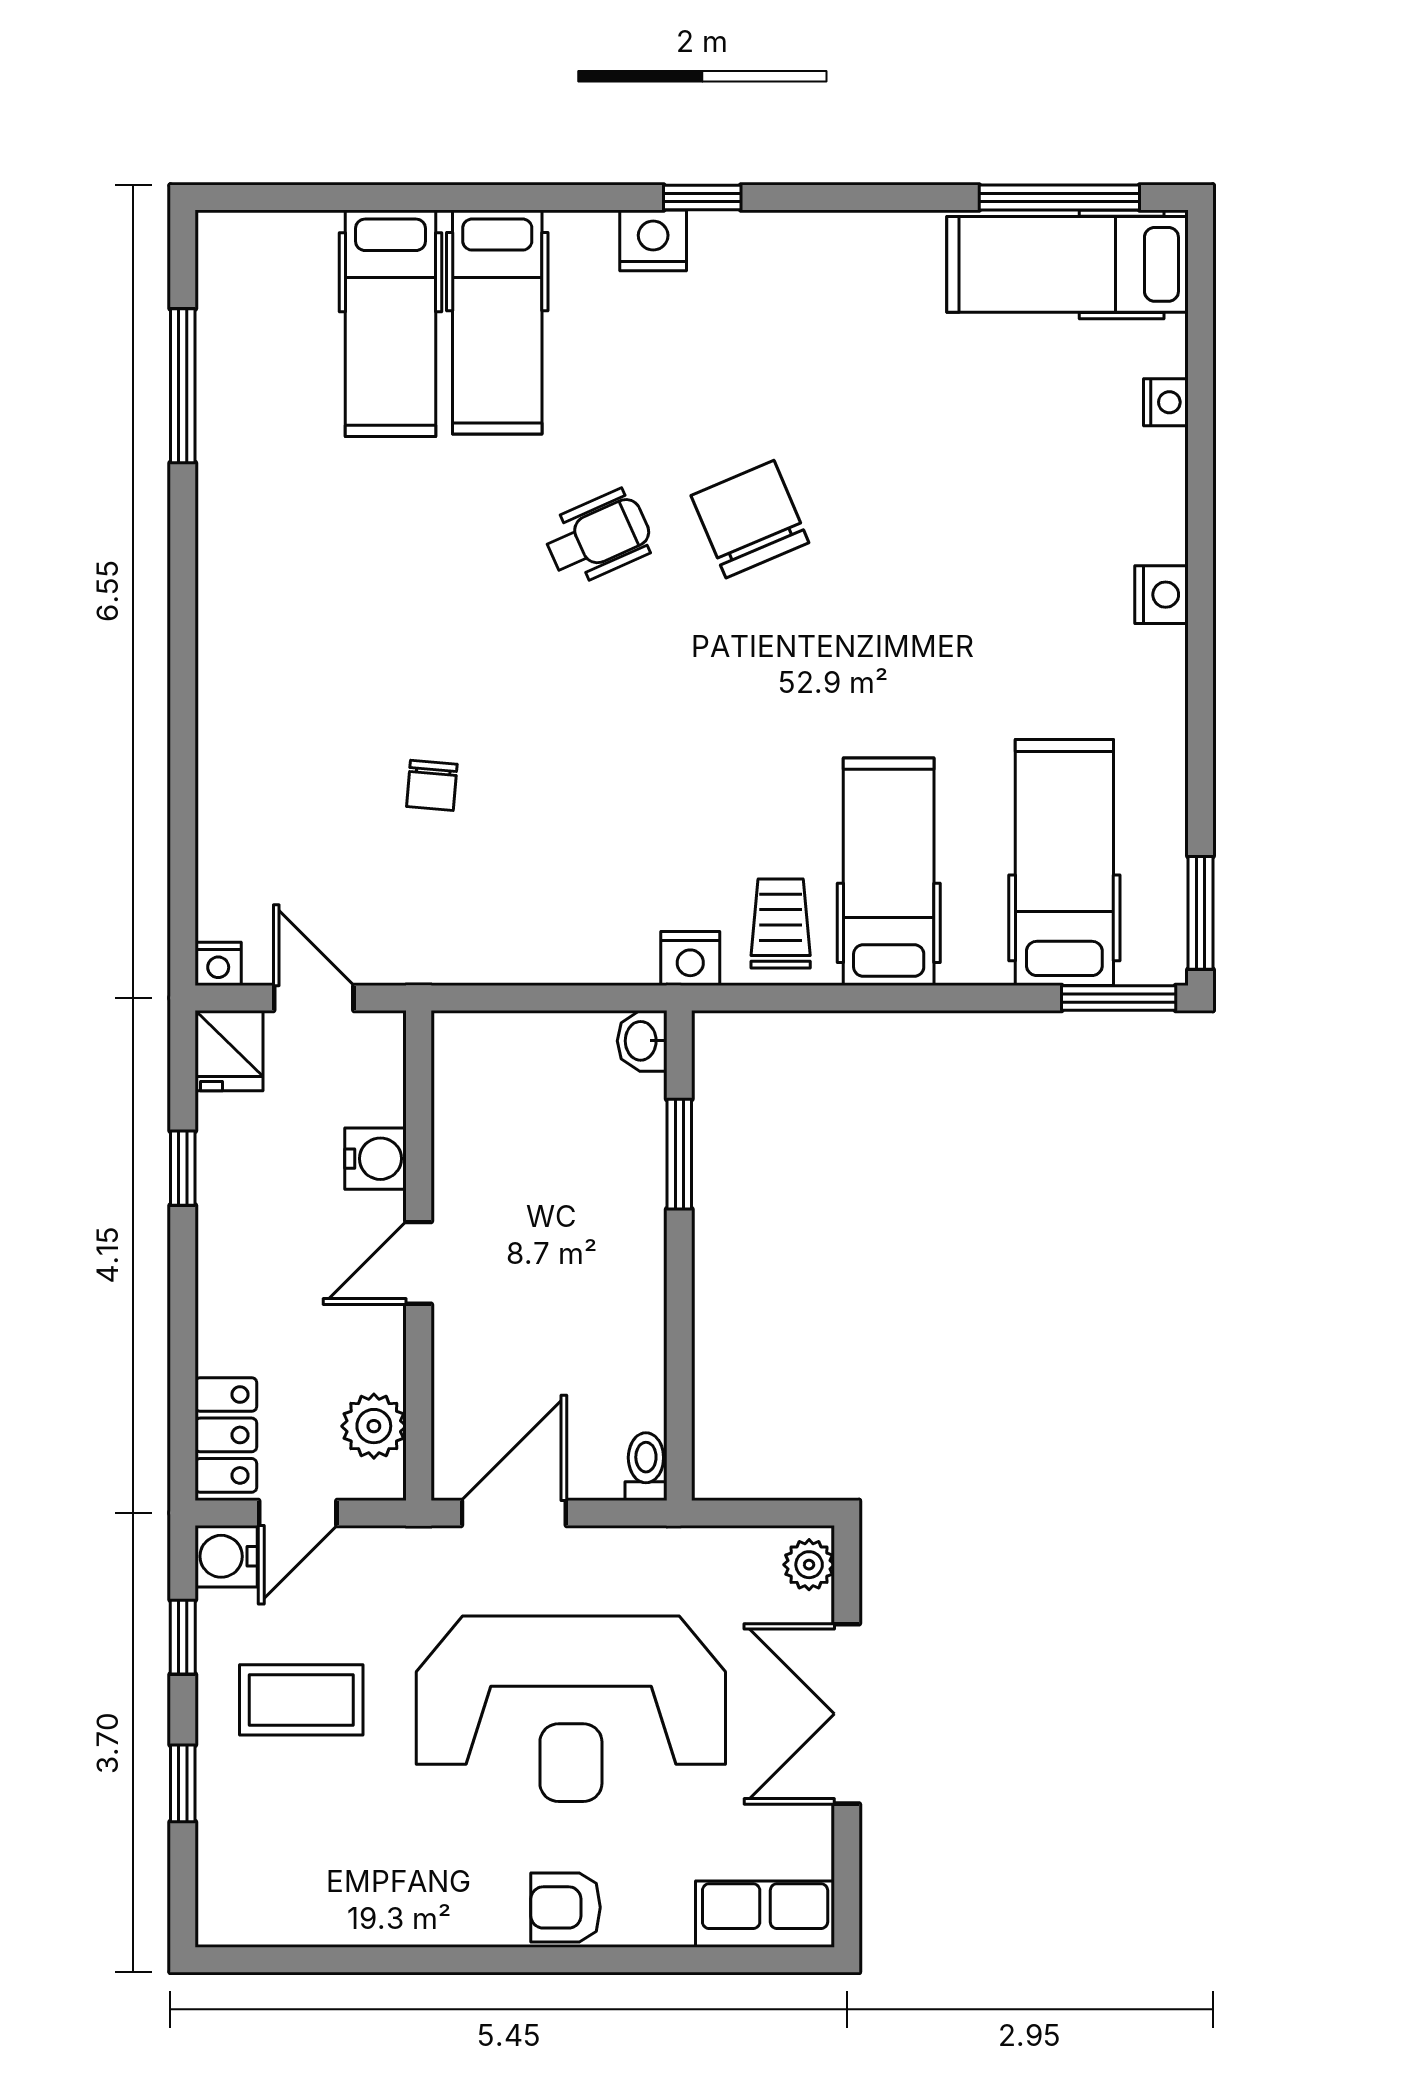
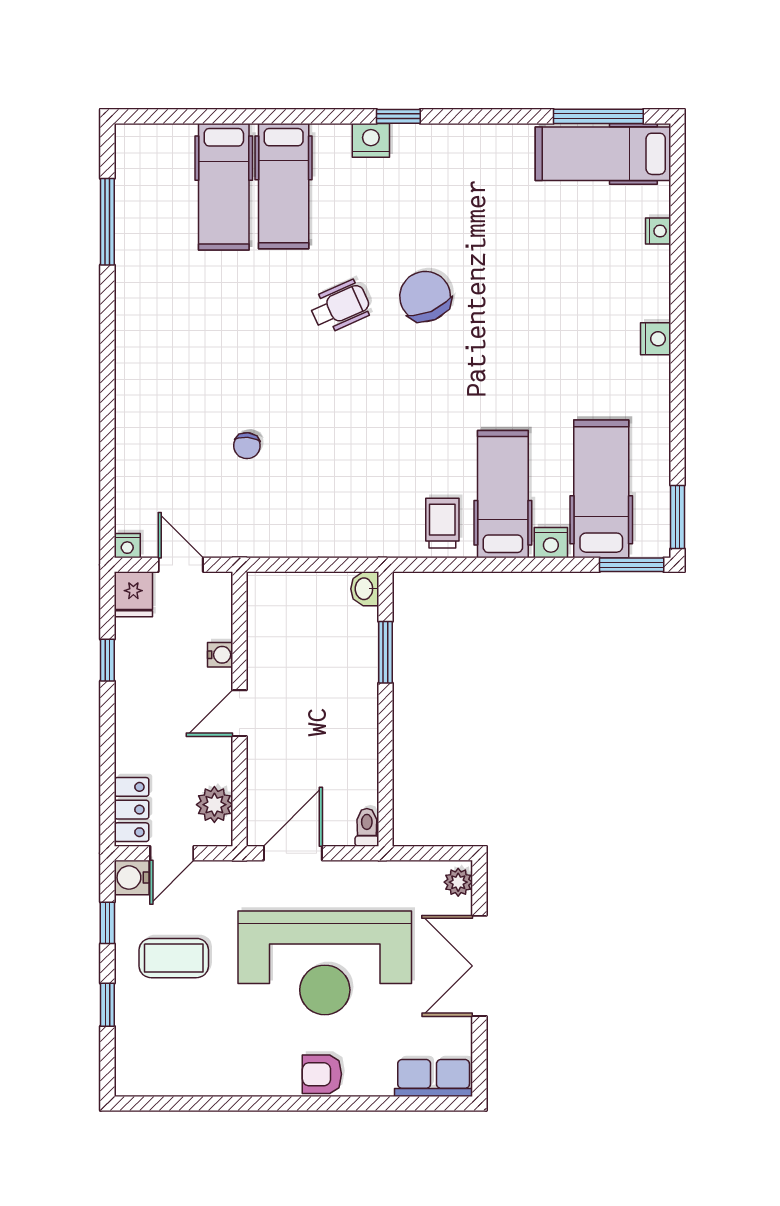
nightstand: (690, 958) -> (551, 543), moved
water cooler: (376, 1159) -> (220, 655), width x0.72, depth x0.72

